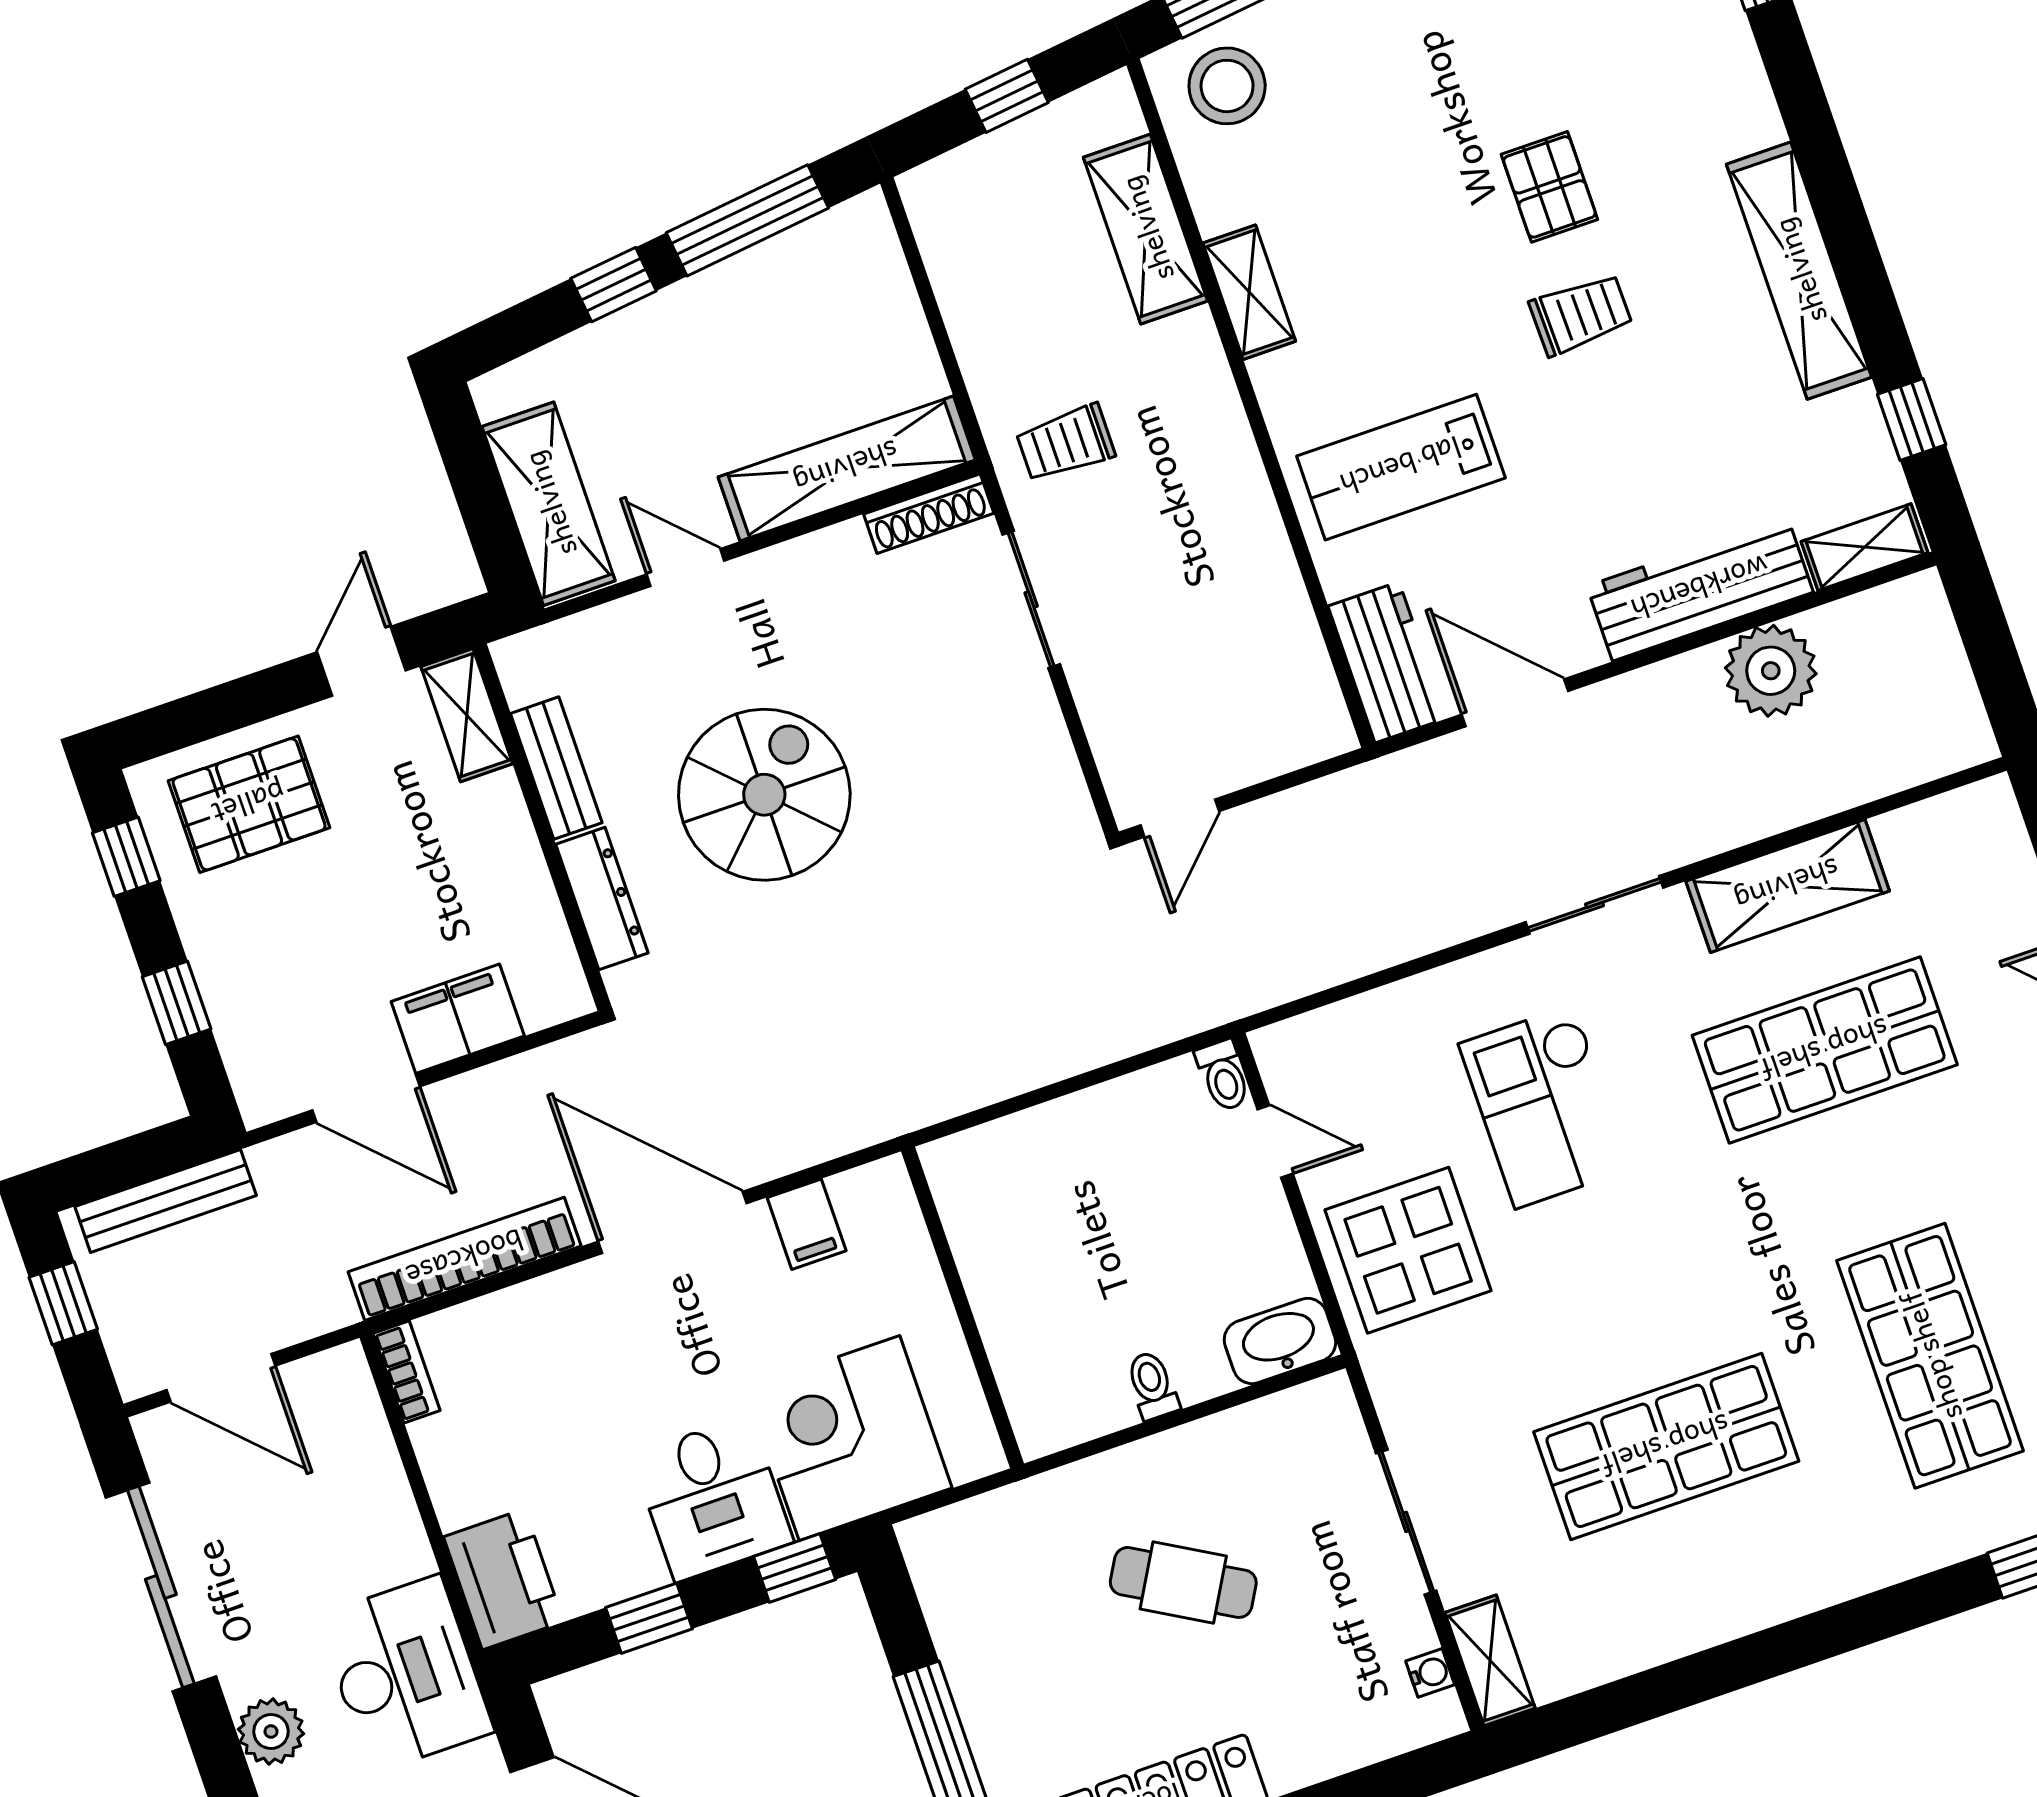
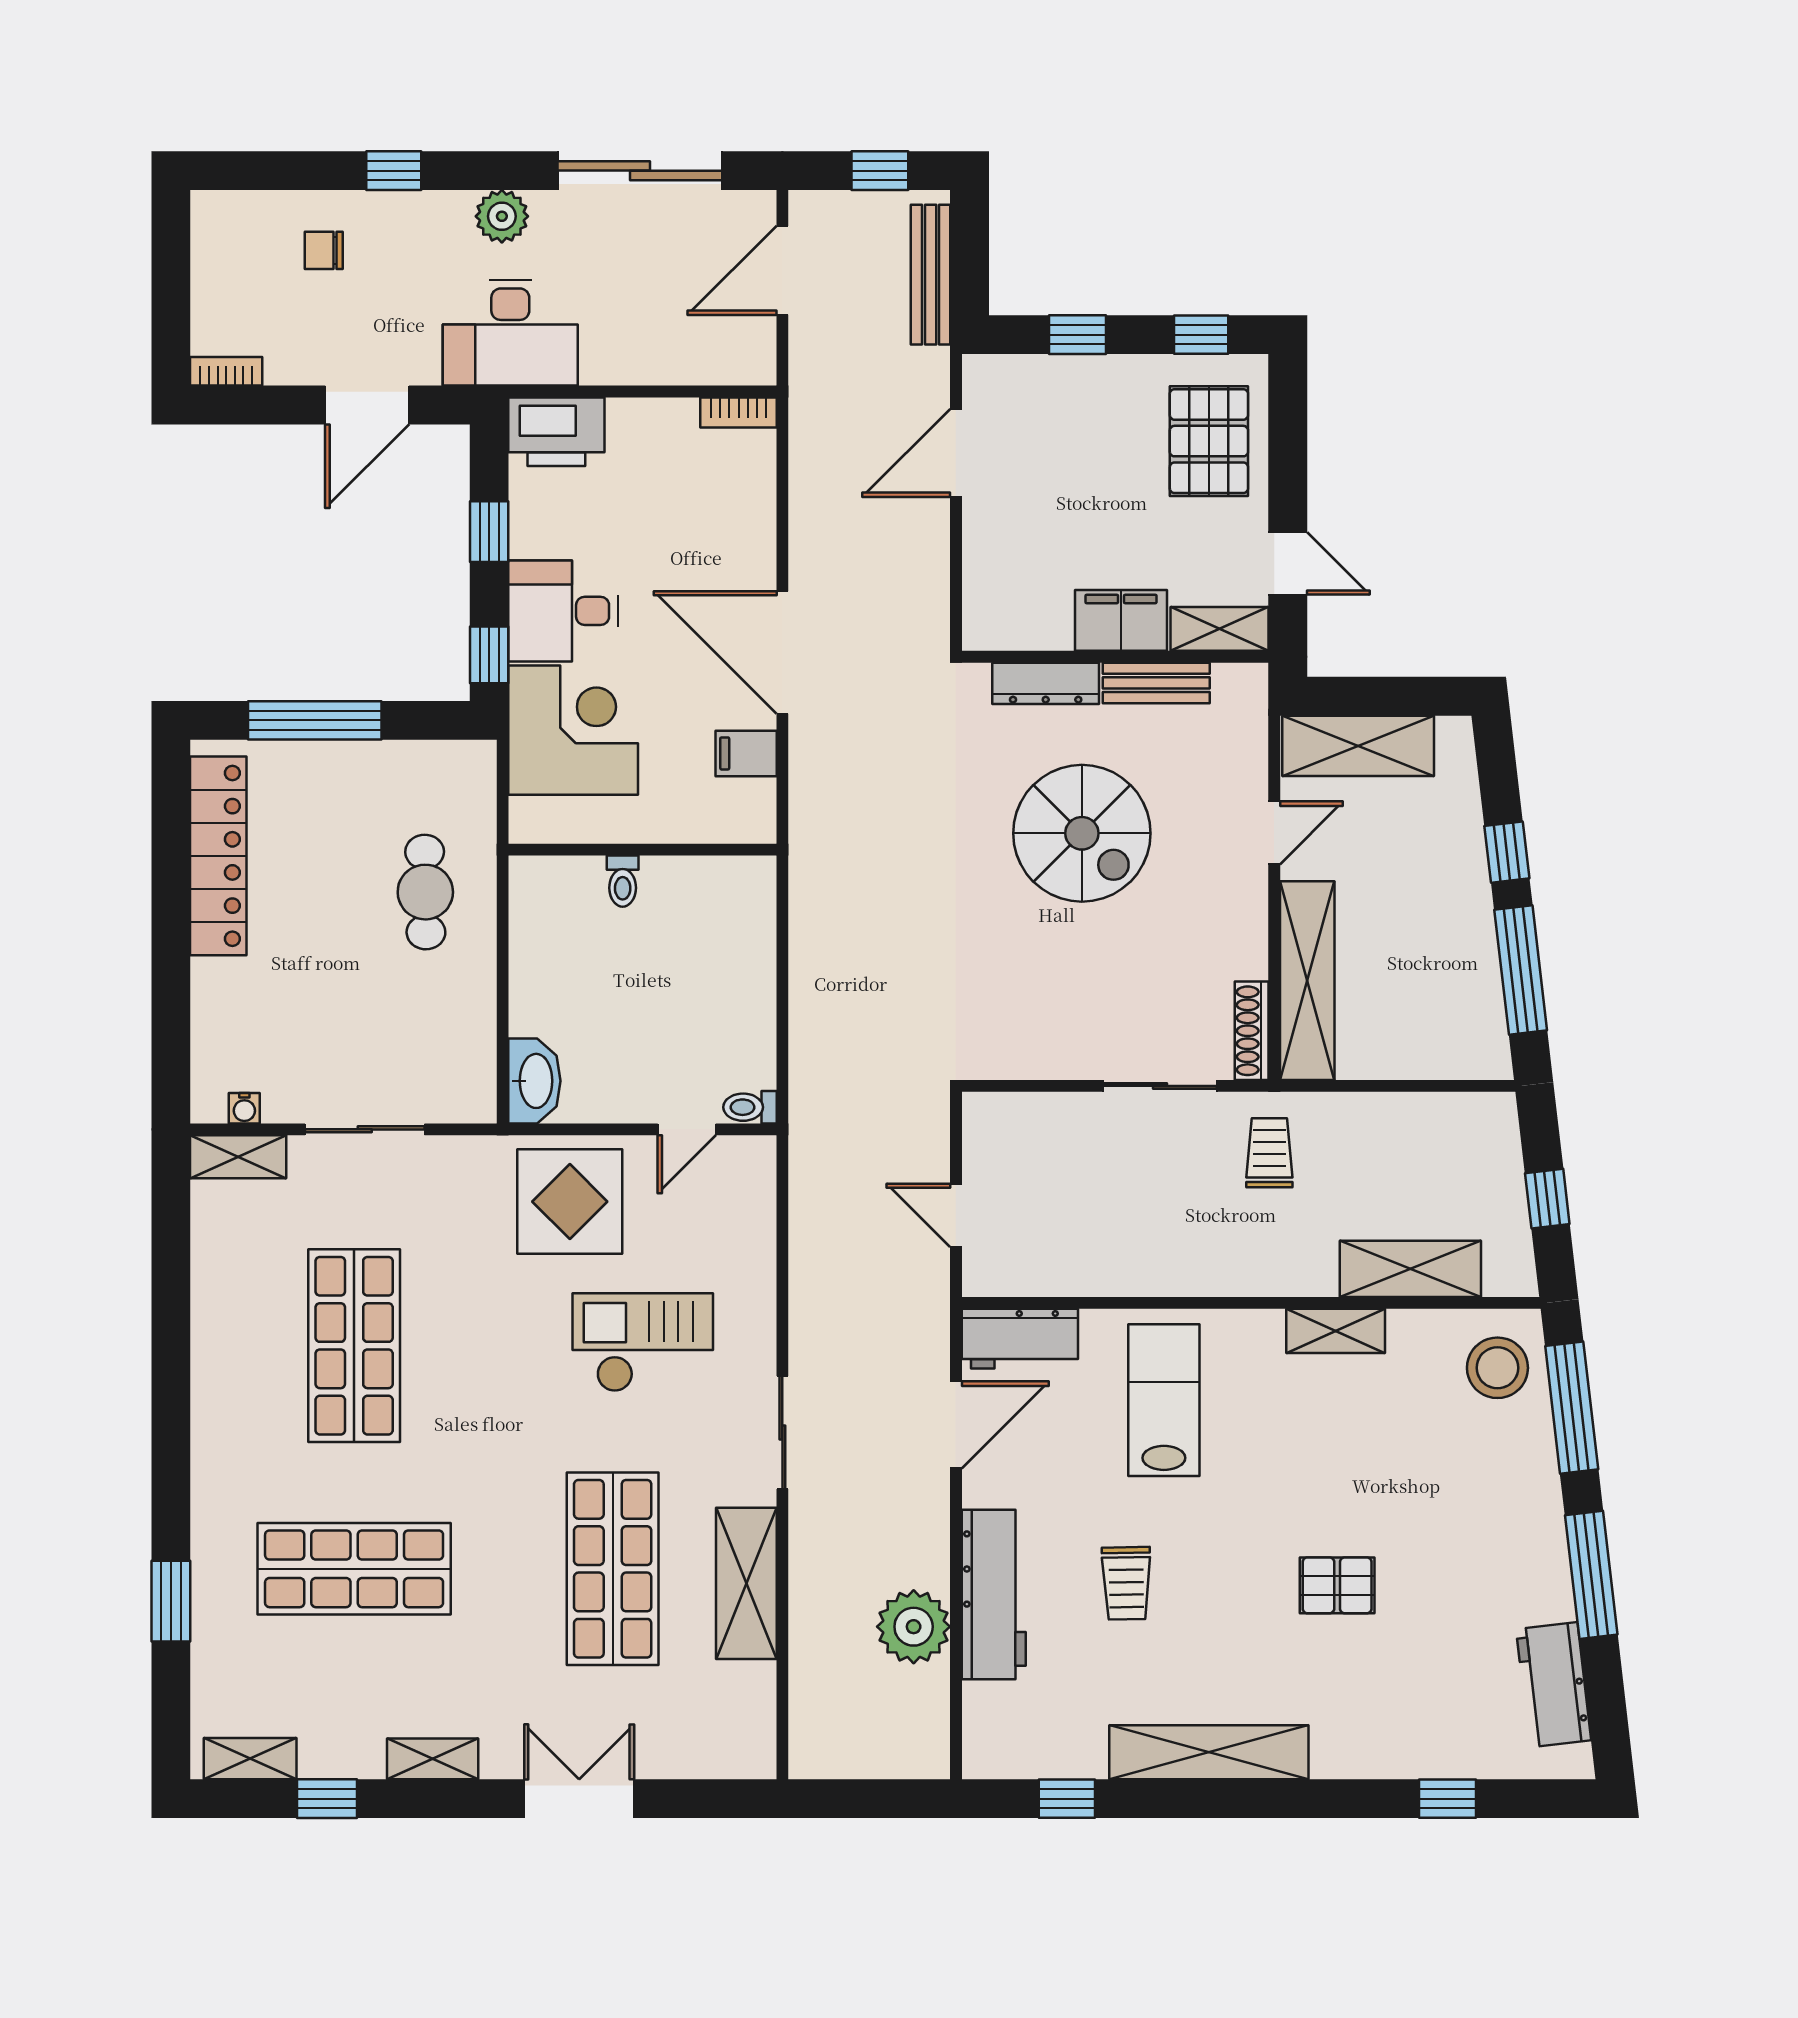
trolley: (1581, 314) -> (1126, 1583), moved
shelving: (1864, 547) -> (983, 1730), removed
door: (1180, 818) -> (956, 1215), moved
filing cabinet: (458, 1019) -> (1121, 620), moved, turned -90
door: (672, 1222) -> (782, 652), swing flipped
bookcase: (465, 1259) -> (809, 486), removed
toilet: (1152, 1385) -> (623, 881), moved, turned 90
cafe table: (1183, 1582) -> (425, 892), moved, turned -31

